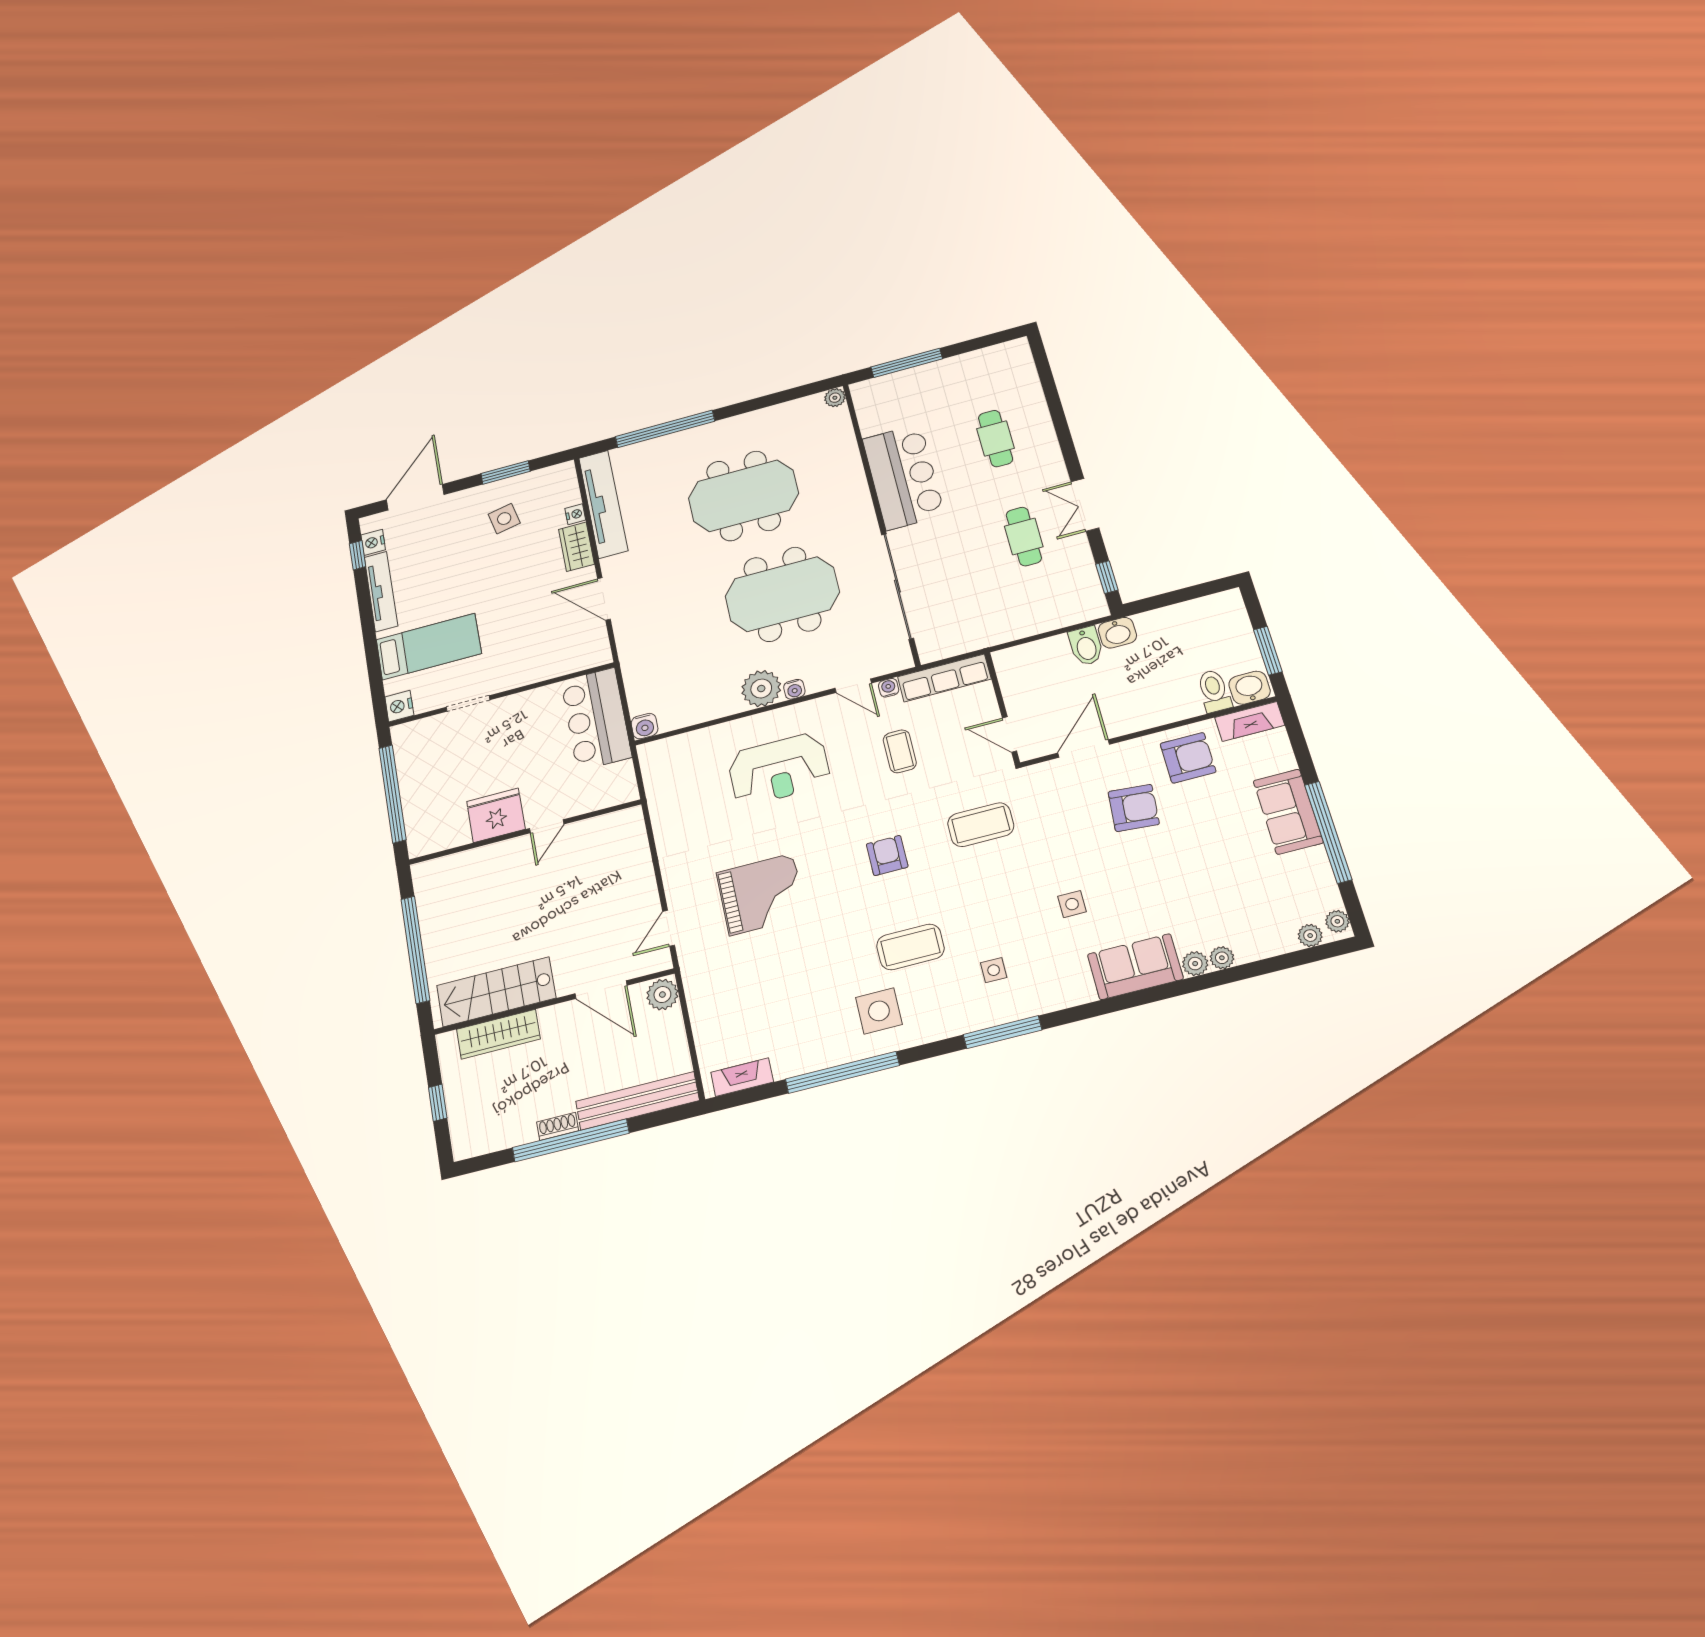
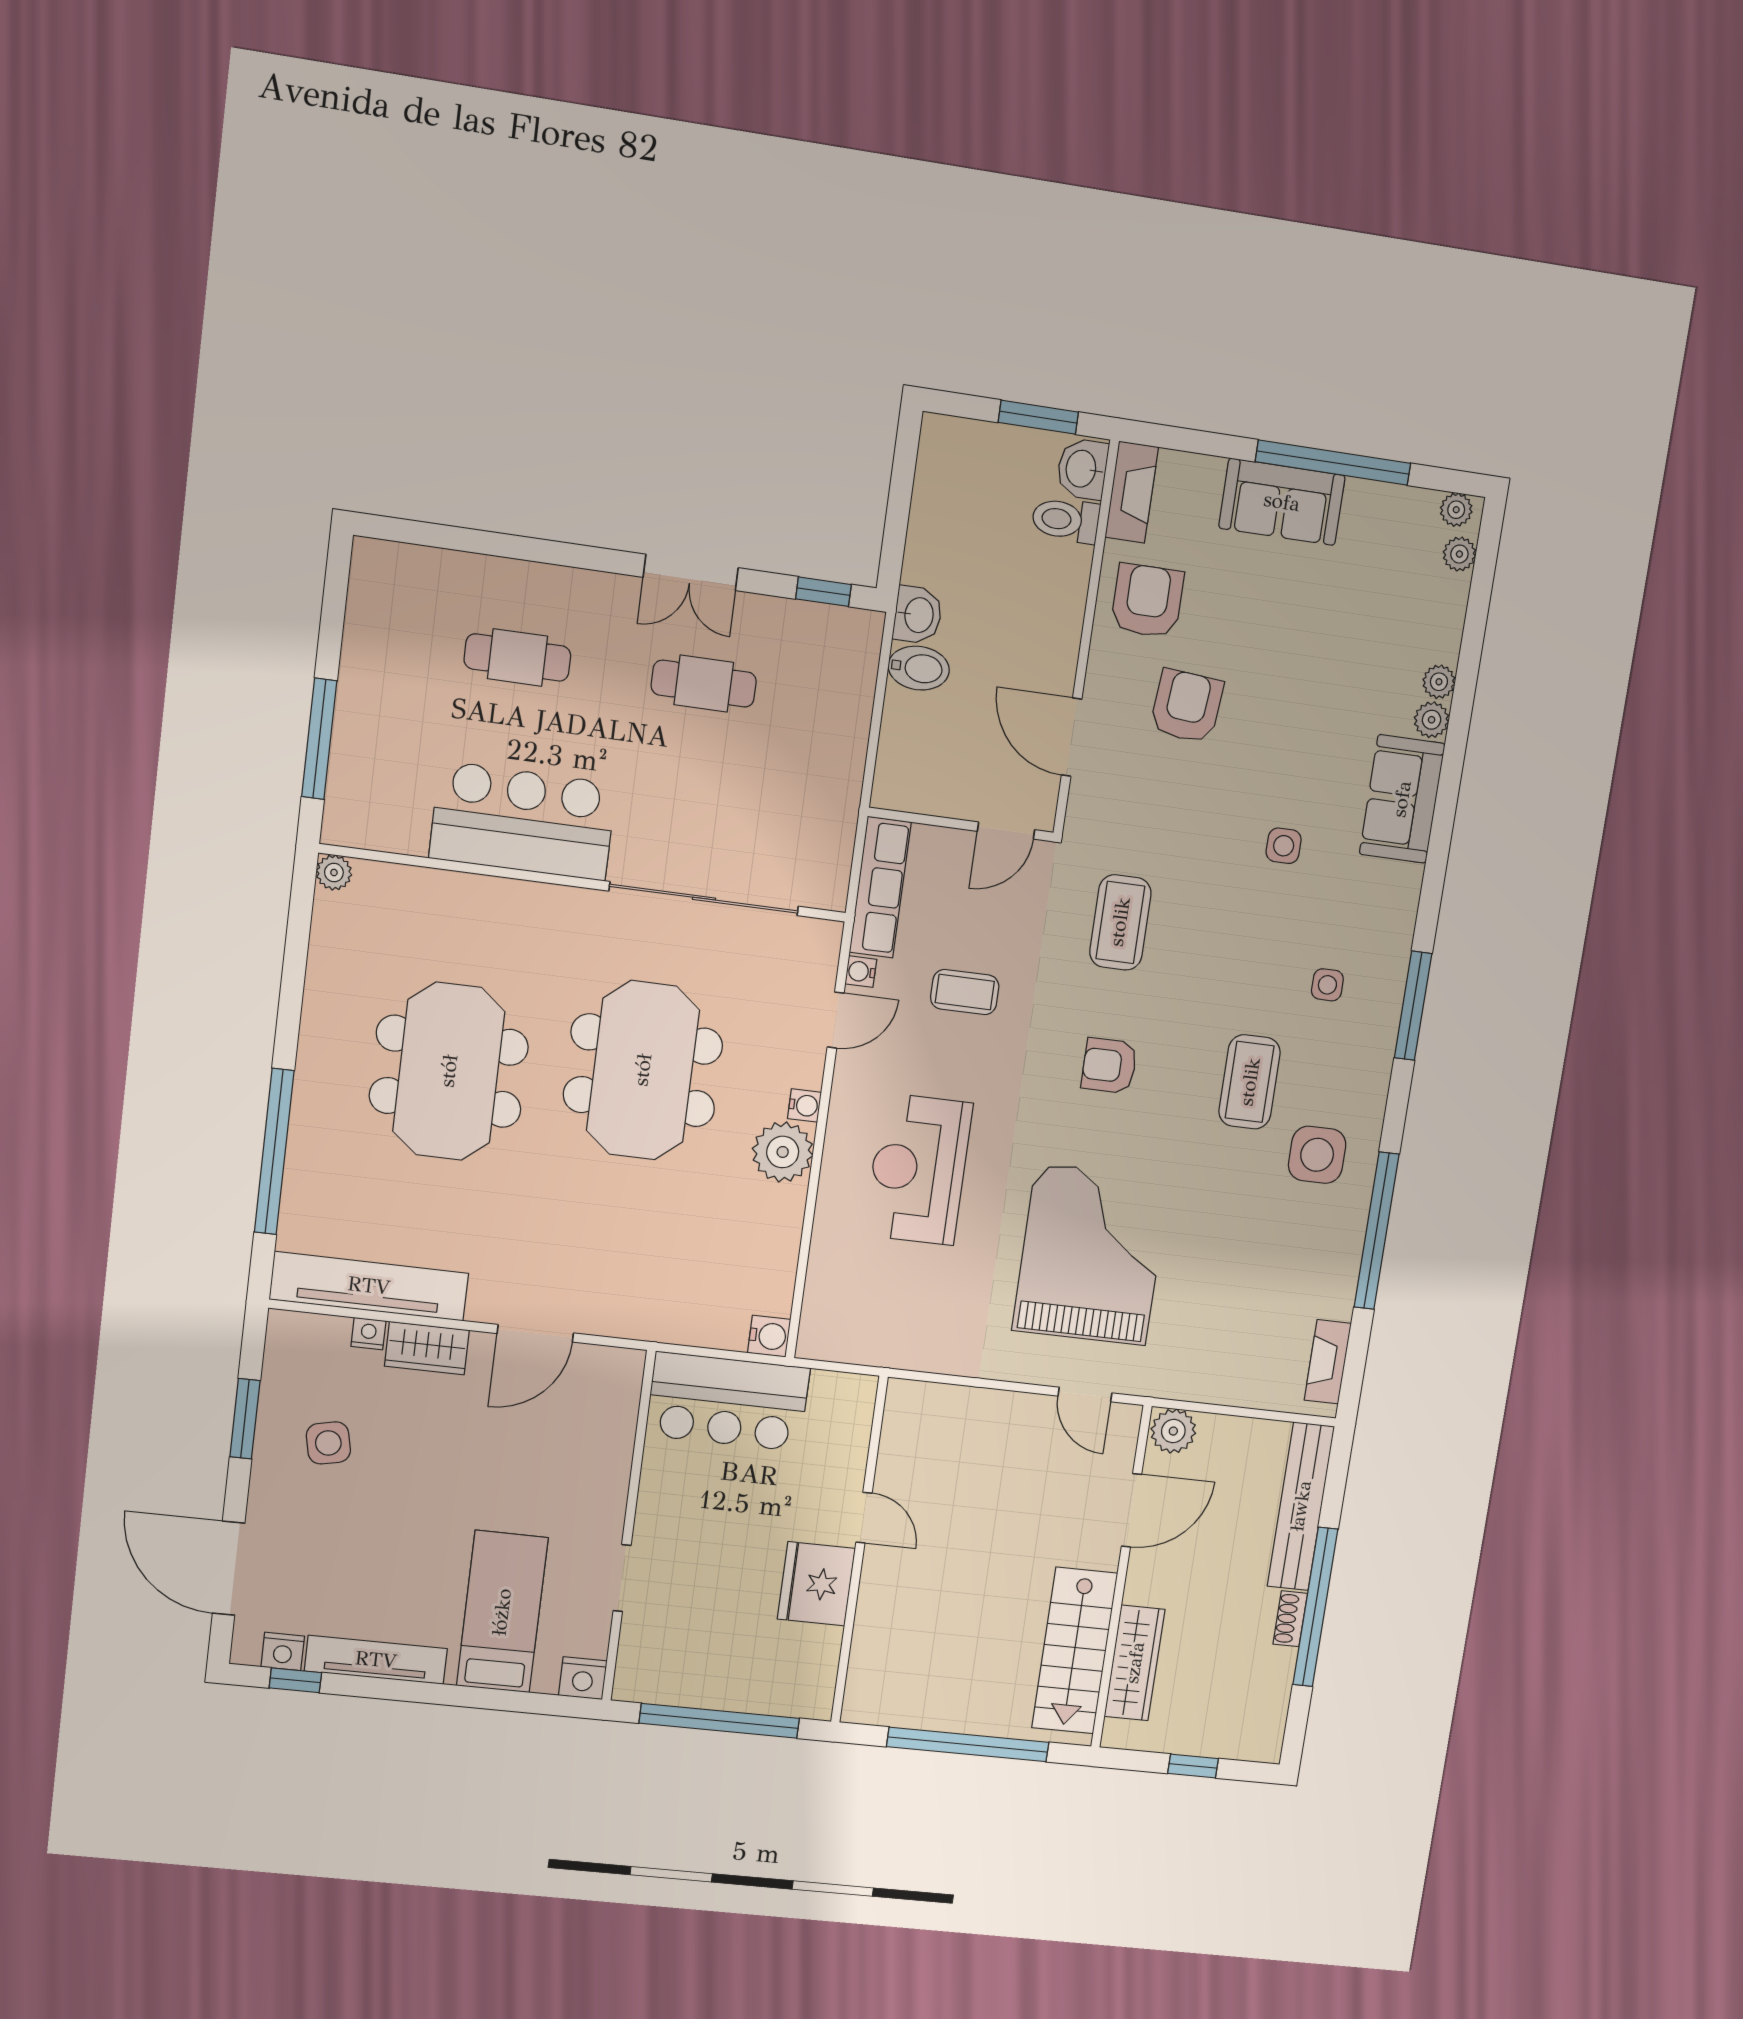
reception desk: (779, 769) -> (918, 1169), turned 180
grand piano: (761, 894) -> (1091, 1255), width x1.37, depth x1.48

